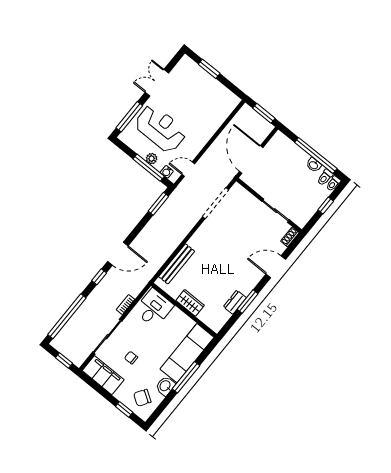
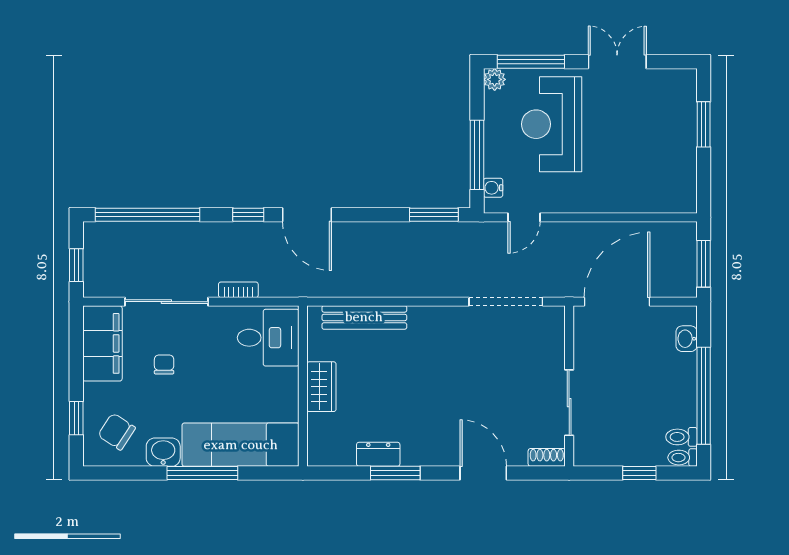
reception desk: (160, 129) -> (552, 124), turned 180
plant: (152, 159) -> (495, 79), moved
washbasin: (314, 165) -> (687, 339), moved
door: (188, 169) -> (524, 217), swing flipped

